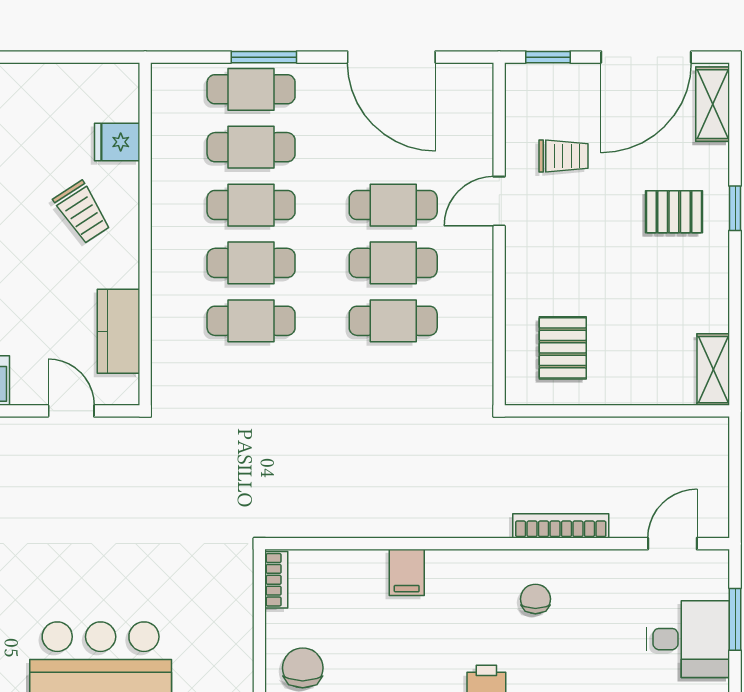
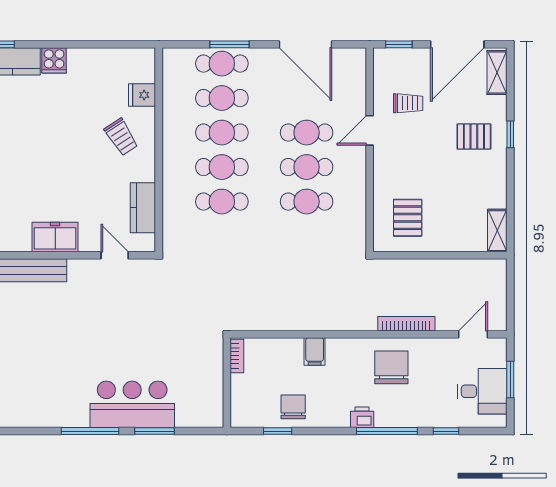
chair: (535, 599) -> (391, 367), width x1.87, depth x1.87
chair: (303, 668) -> (293, 407), moved

